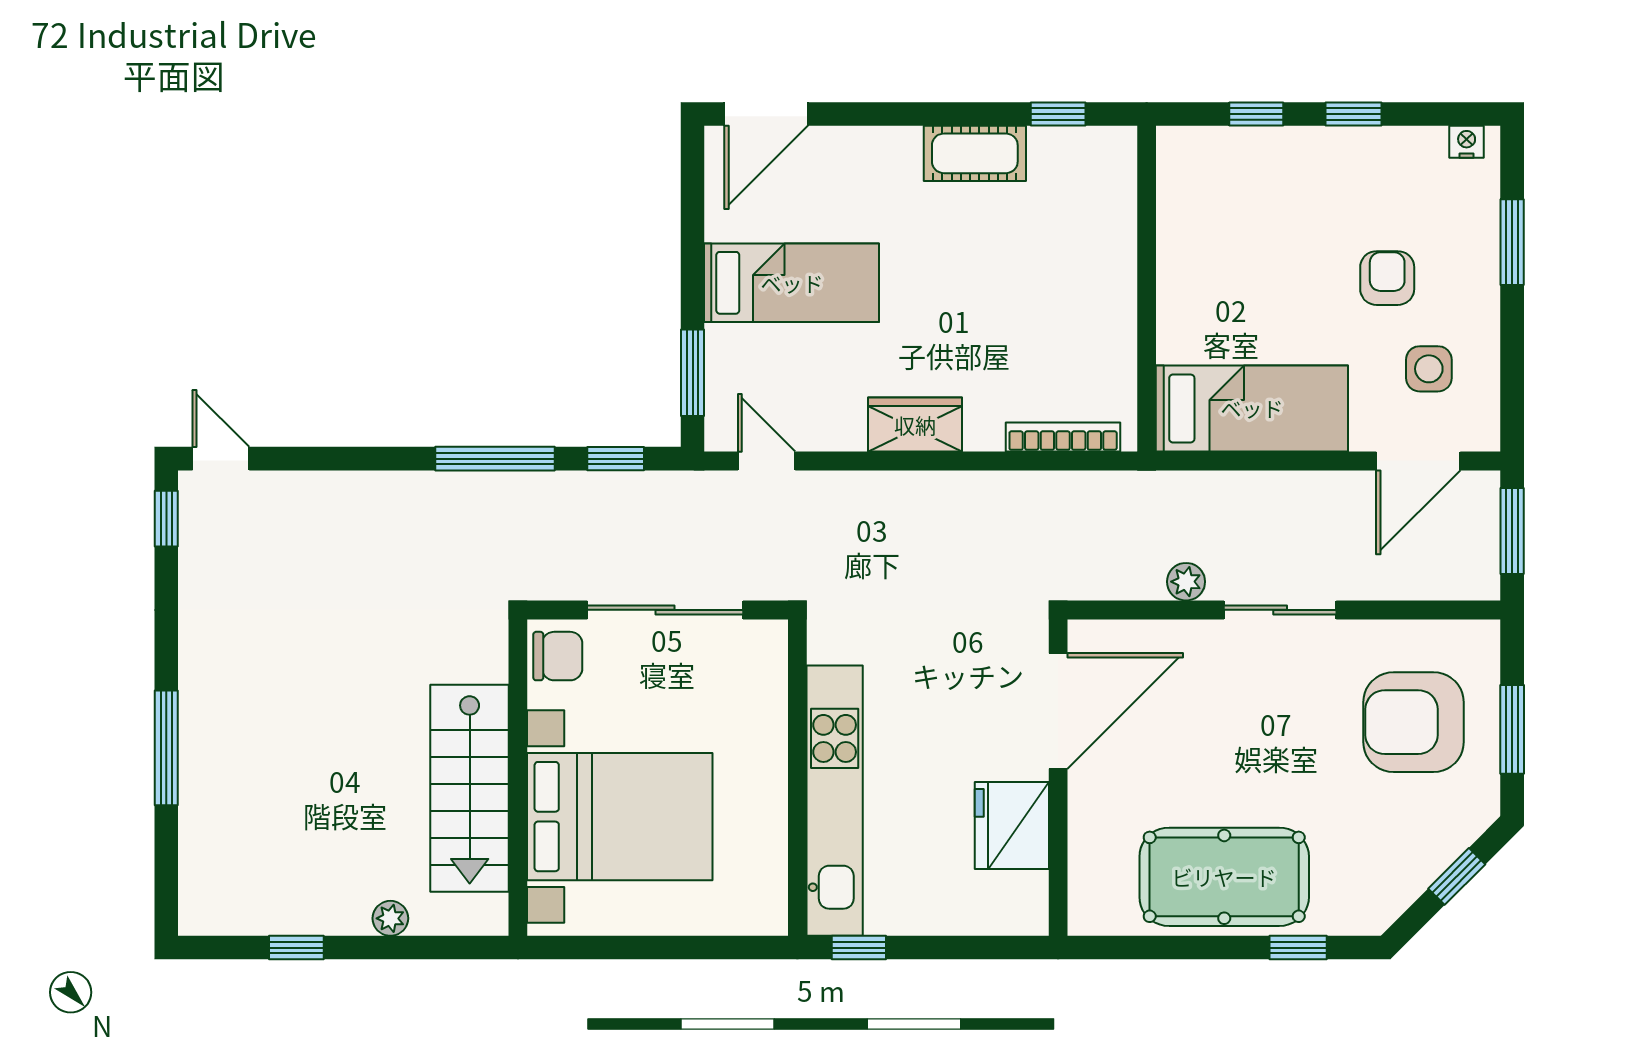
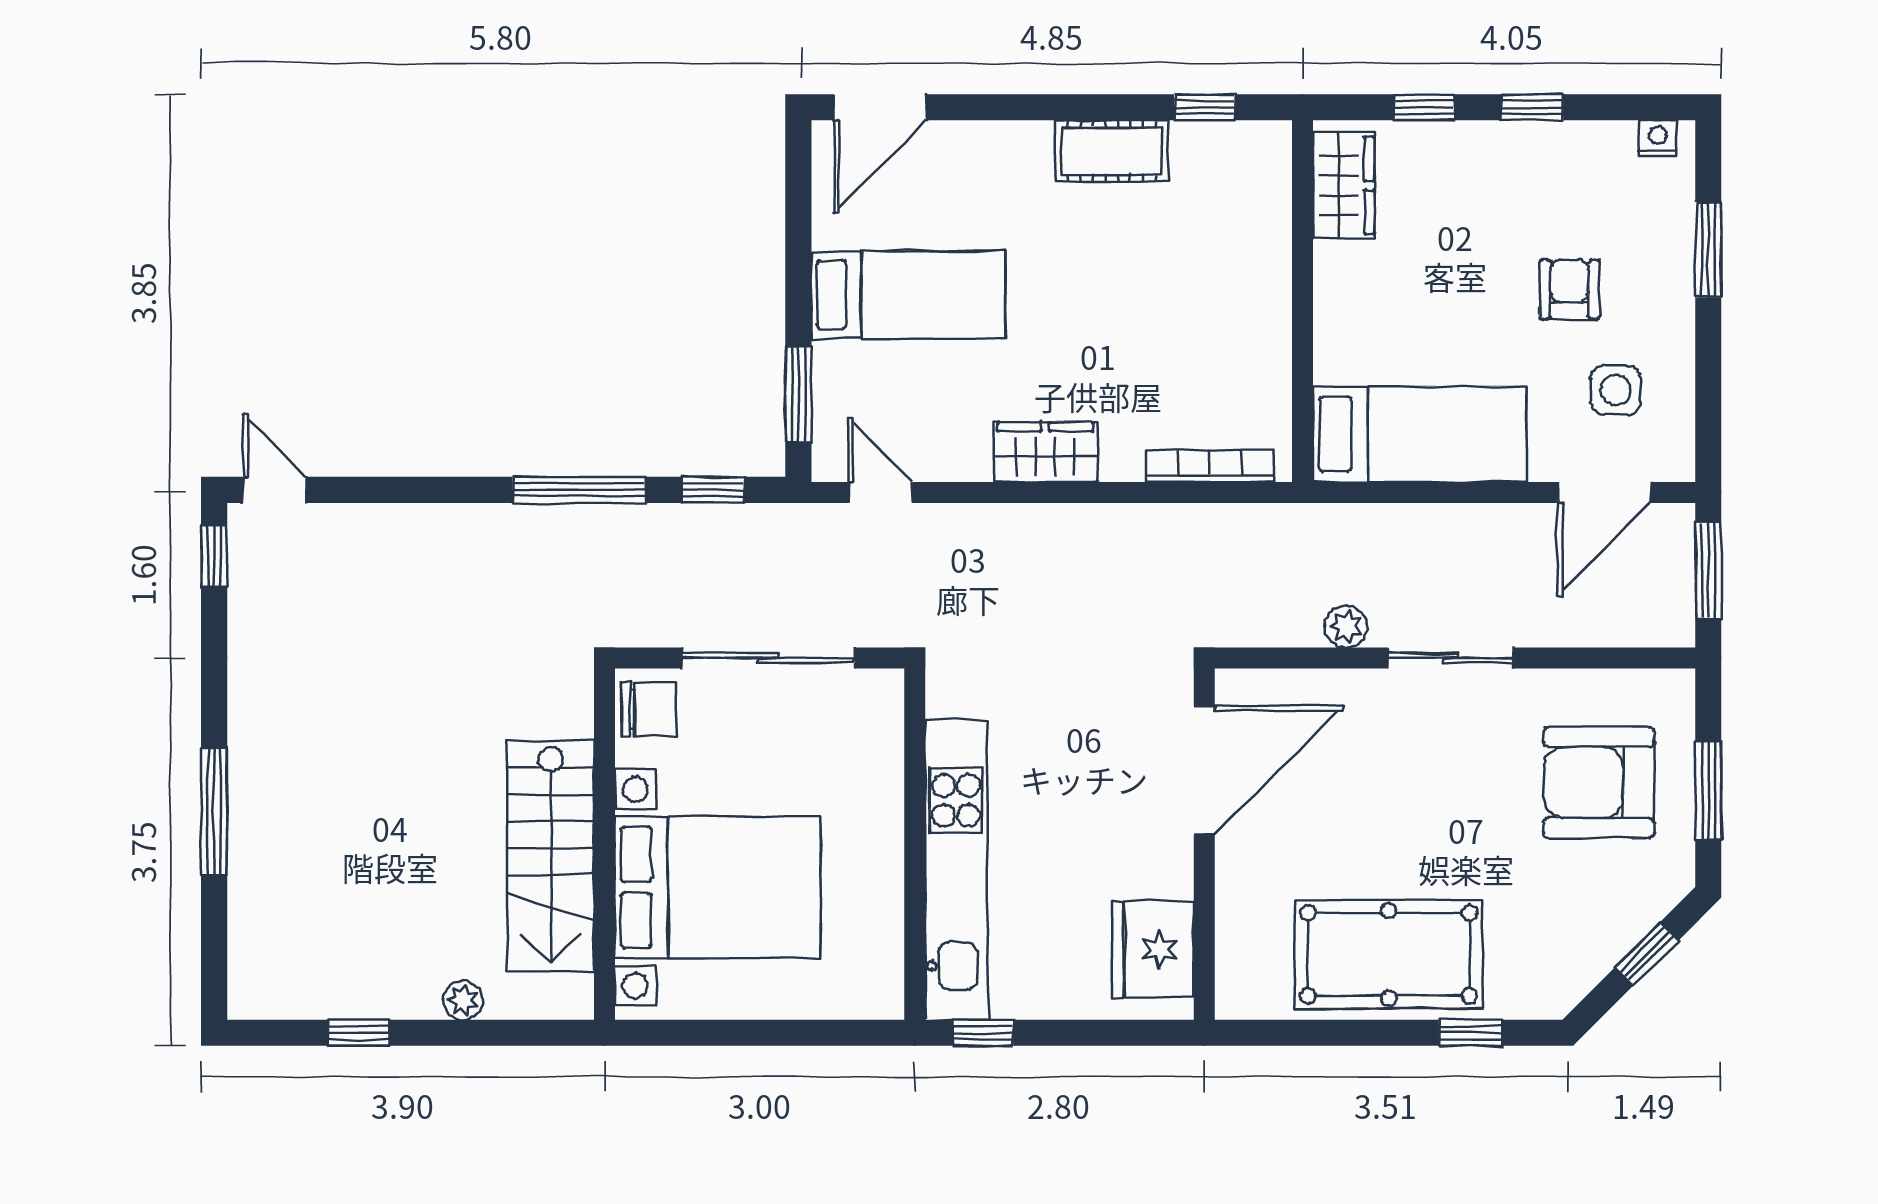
wardrobe: (1184, 184) -> (1344, 185), added
fridge: (1012, 826) -> (1153, 950), moved

